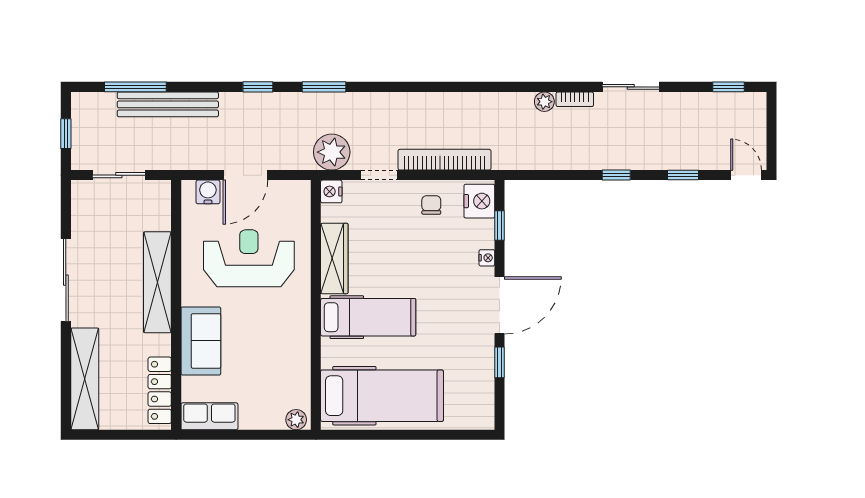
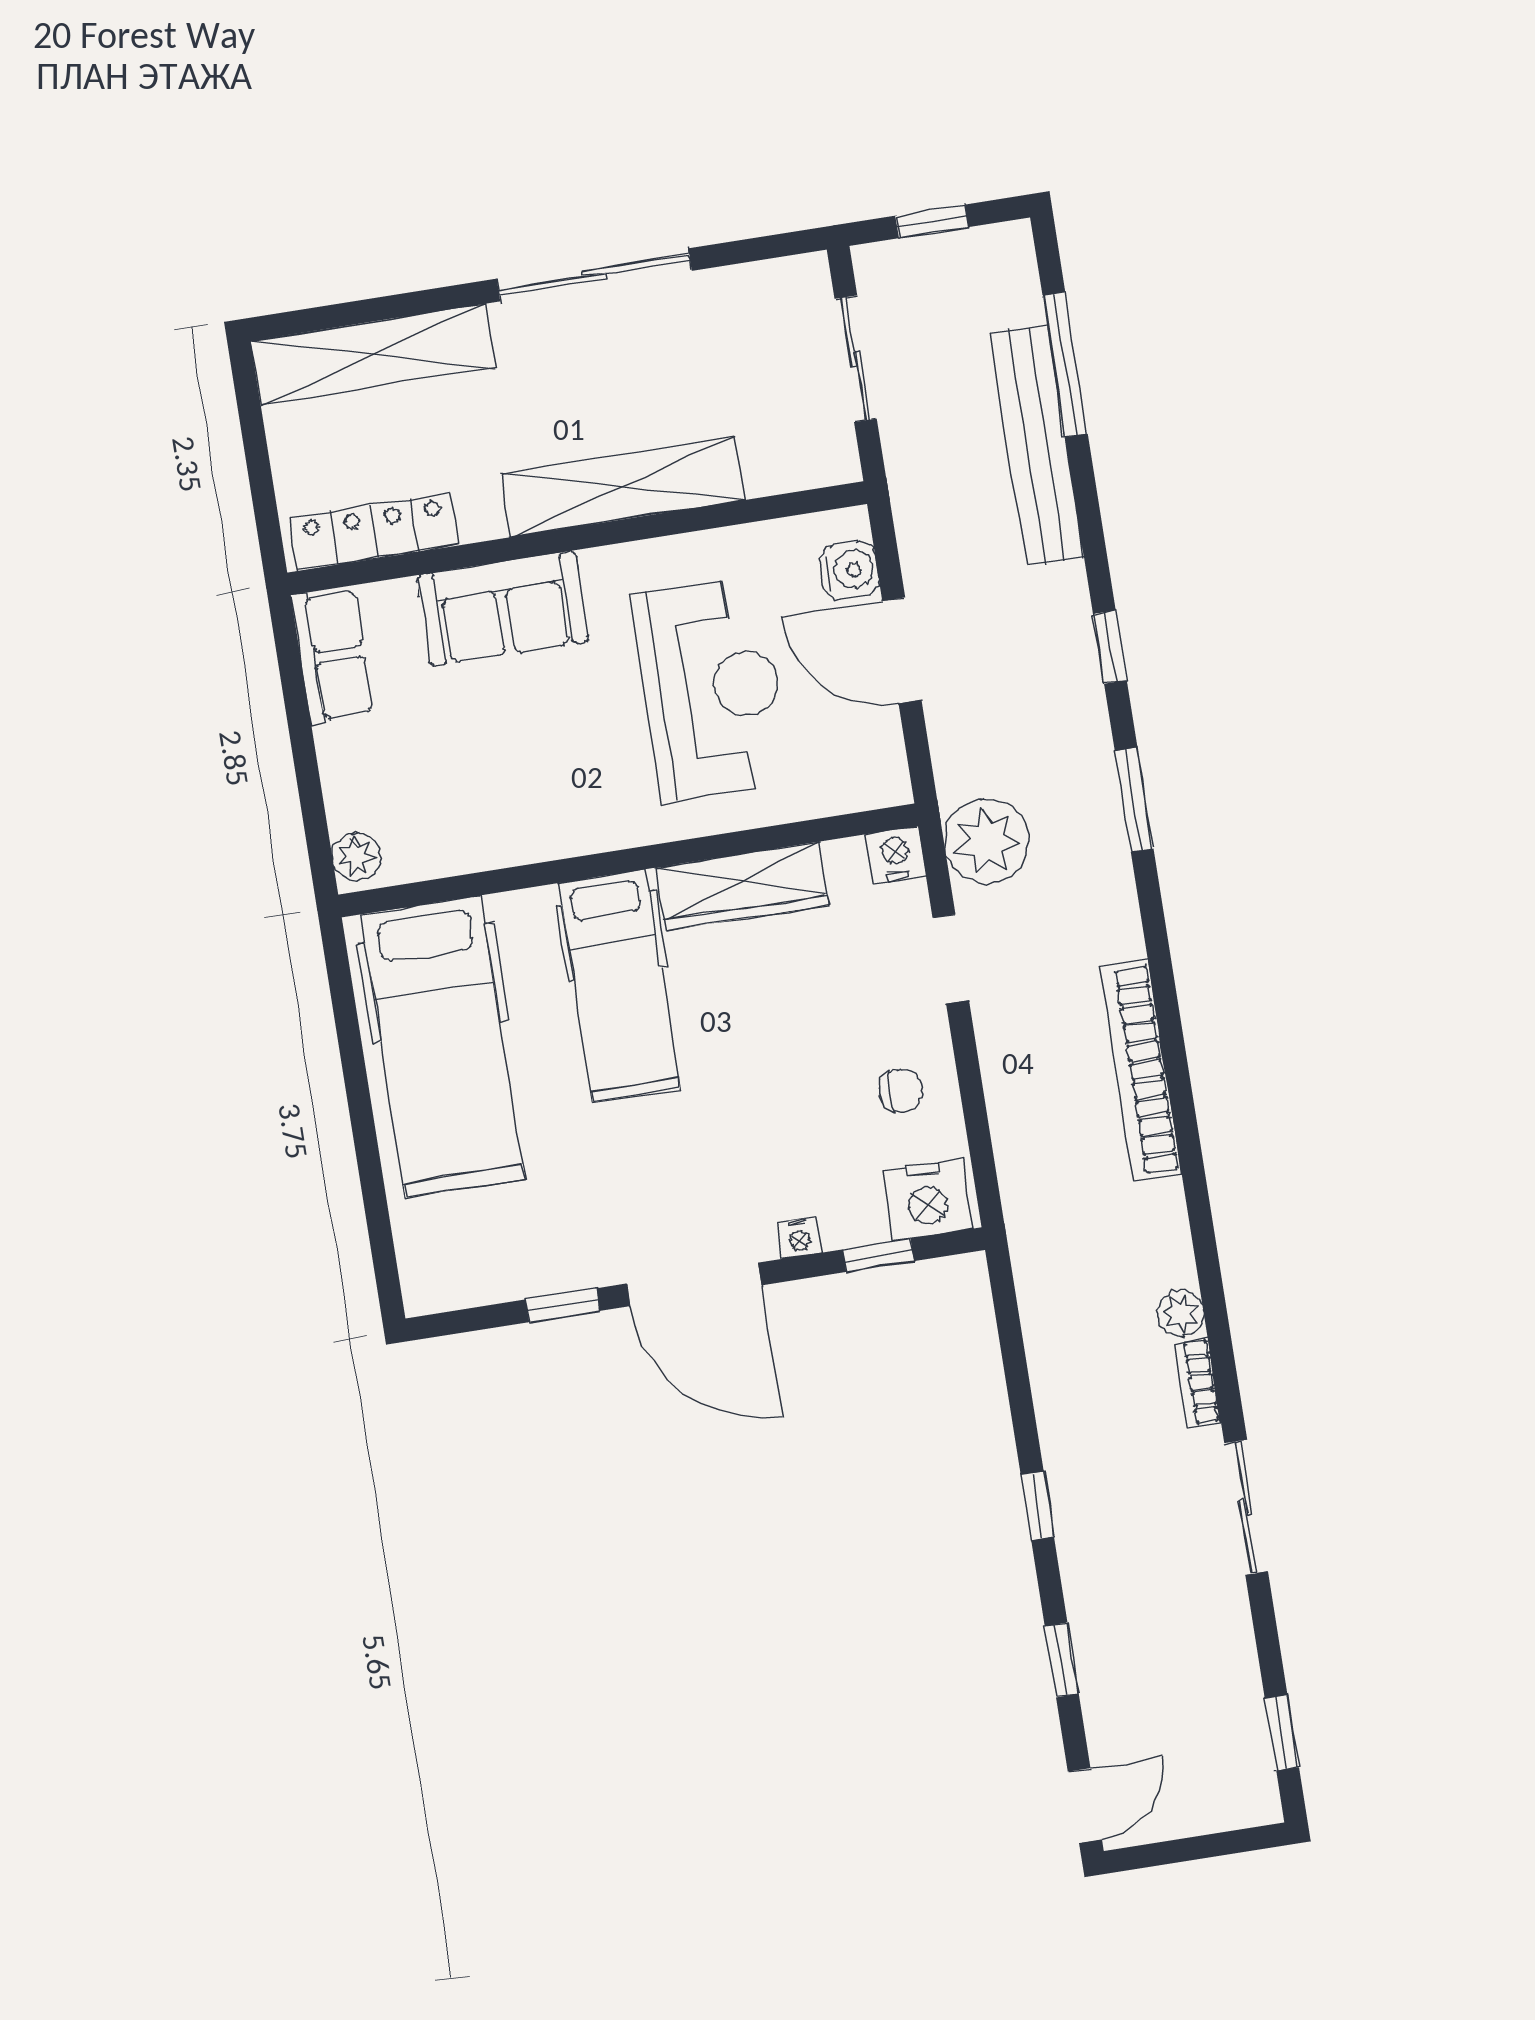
bookcase: (444, 160) -> (1141, 1071), moved, turned 180

